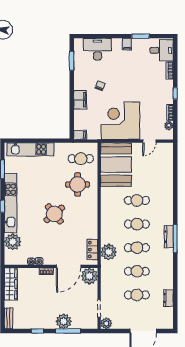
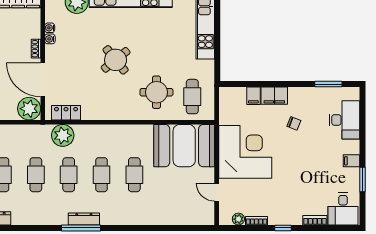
filing cabinet: (80, 135) -> (253, 96), moved

